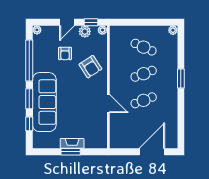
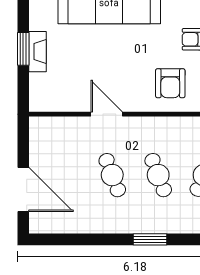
armchair: (90, 67) -> (170, 83), turned -57
door: (108, 104) -> (107, 114), swing flipped

